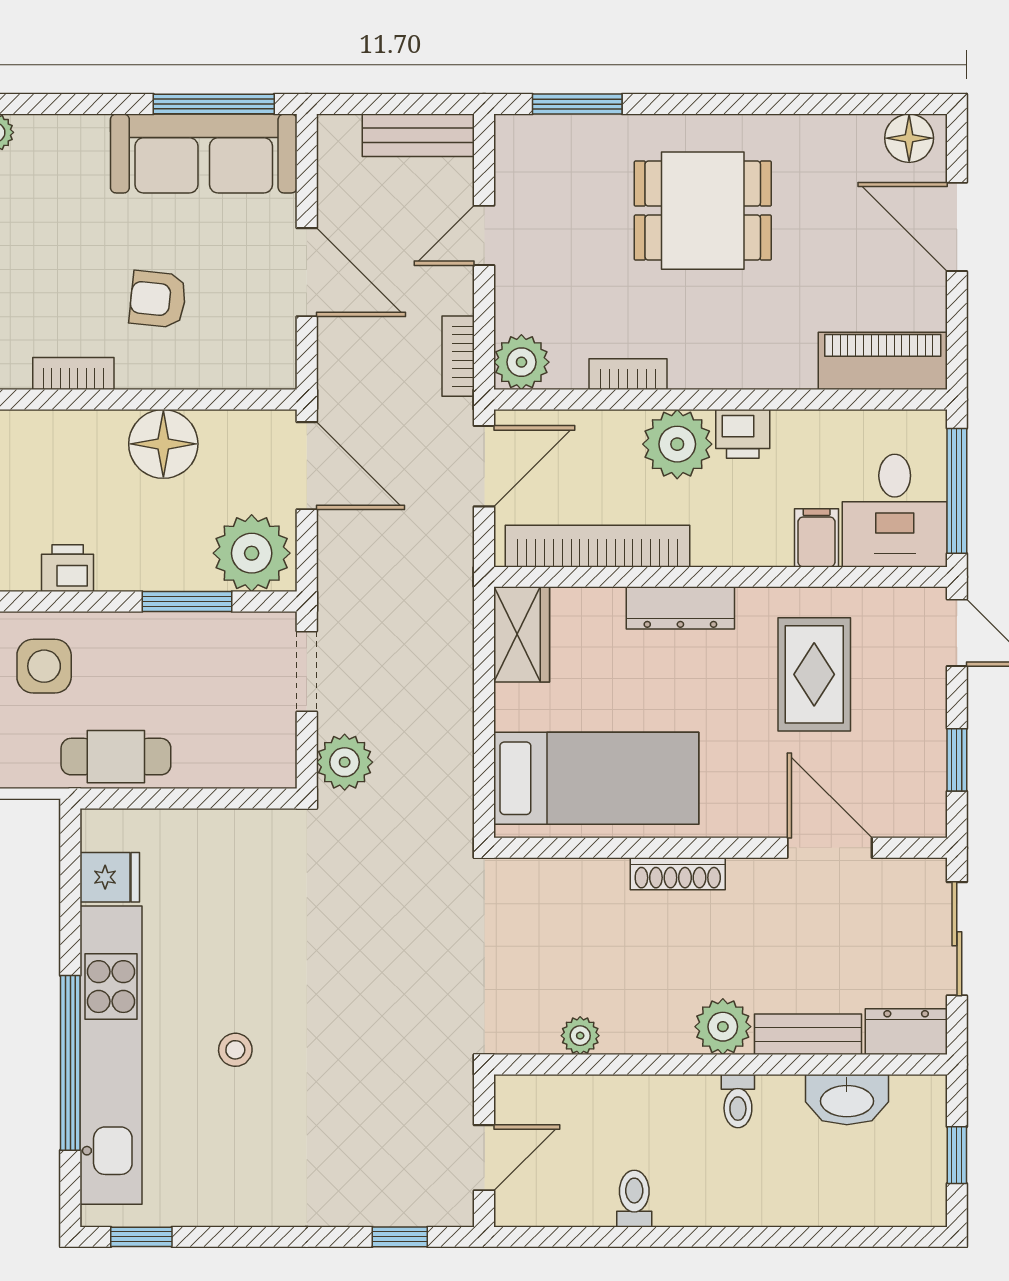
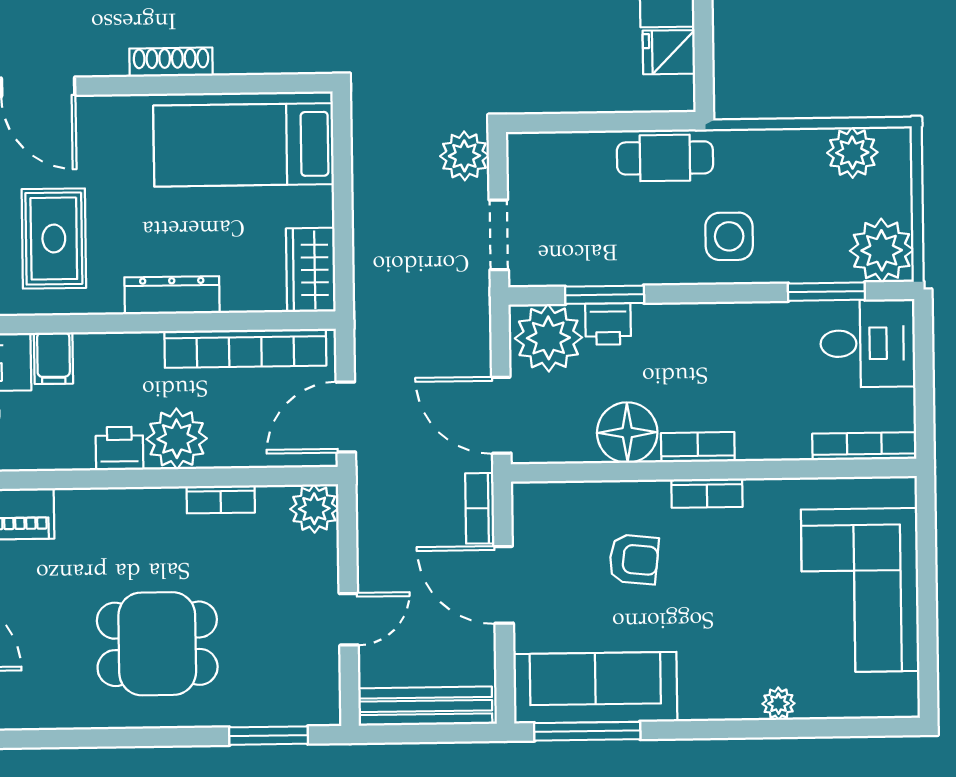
bench: (418, 135) -> (425, 706), width x1.36
bookcase: (458, 356) -> (480, 508), moved, turned 180
bookcase: (83, 426) -> (698, 447), added
printer: (68, 568) -> (608, 324), moved

